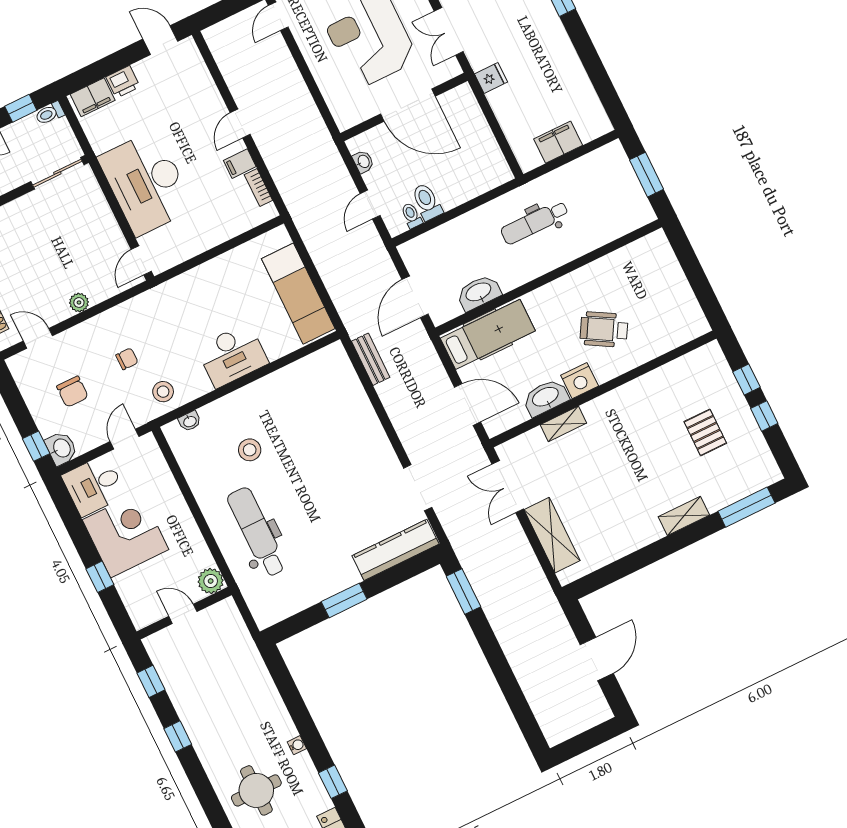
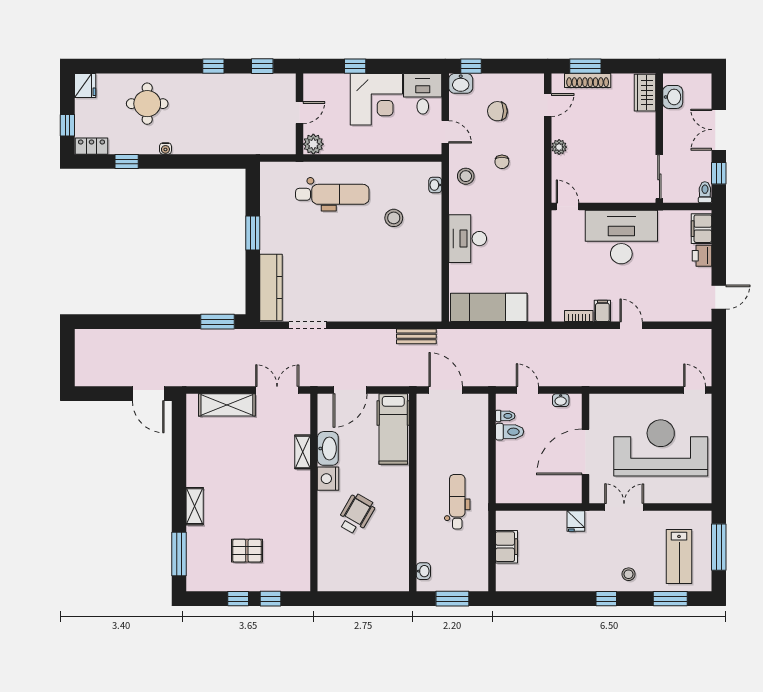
washbasin: (479, 293) -> (423, 571), moved, width x0.52, depth x0.69
door: (597, 659) -> (148, 394), moved

